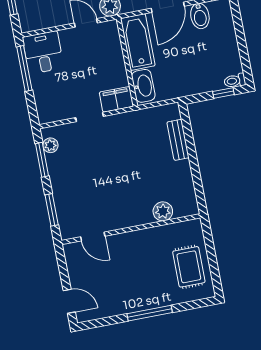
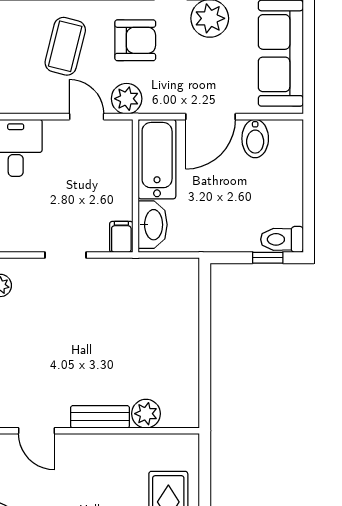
toilet: (235, 81) -> (282, 239), width x1.37, depth x1.39
filing cabinet: (116, 99) -> (121, 237), width x0.50
bench: (178, 140) -> (100, 417), moved, turned 90

